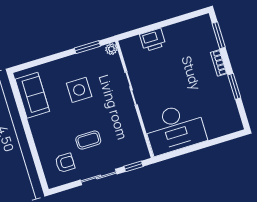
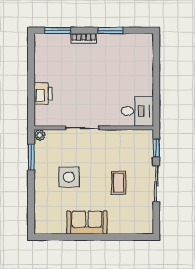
sofa: (32, 95) -> (87, 222), moved
desk: (175, 129) -> (137, 111), width x0.53, depth x0.77
armchair: (65, 163) -> (133, 211), removed

